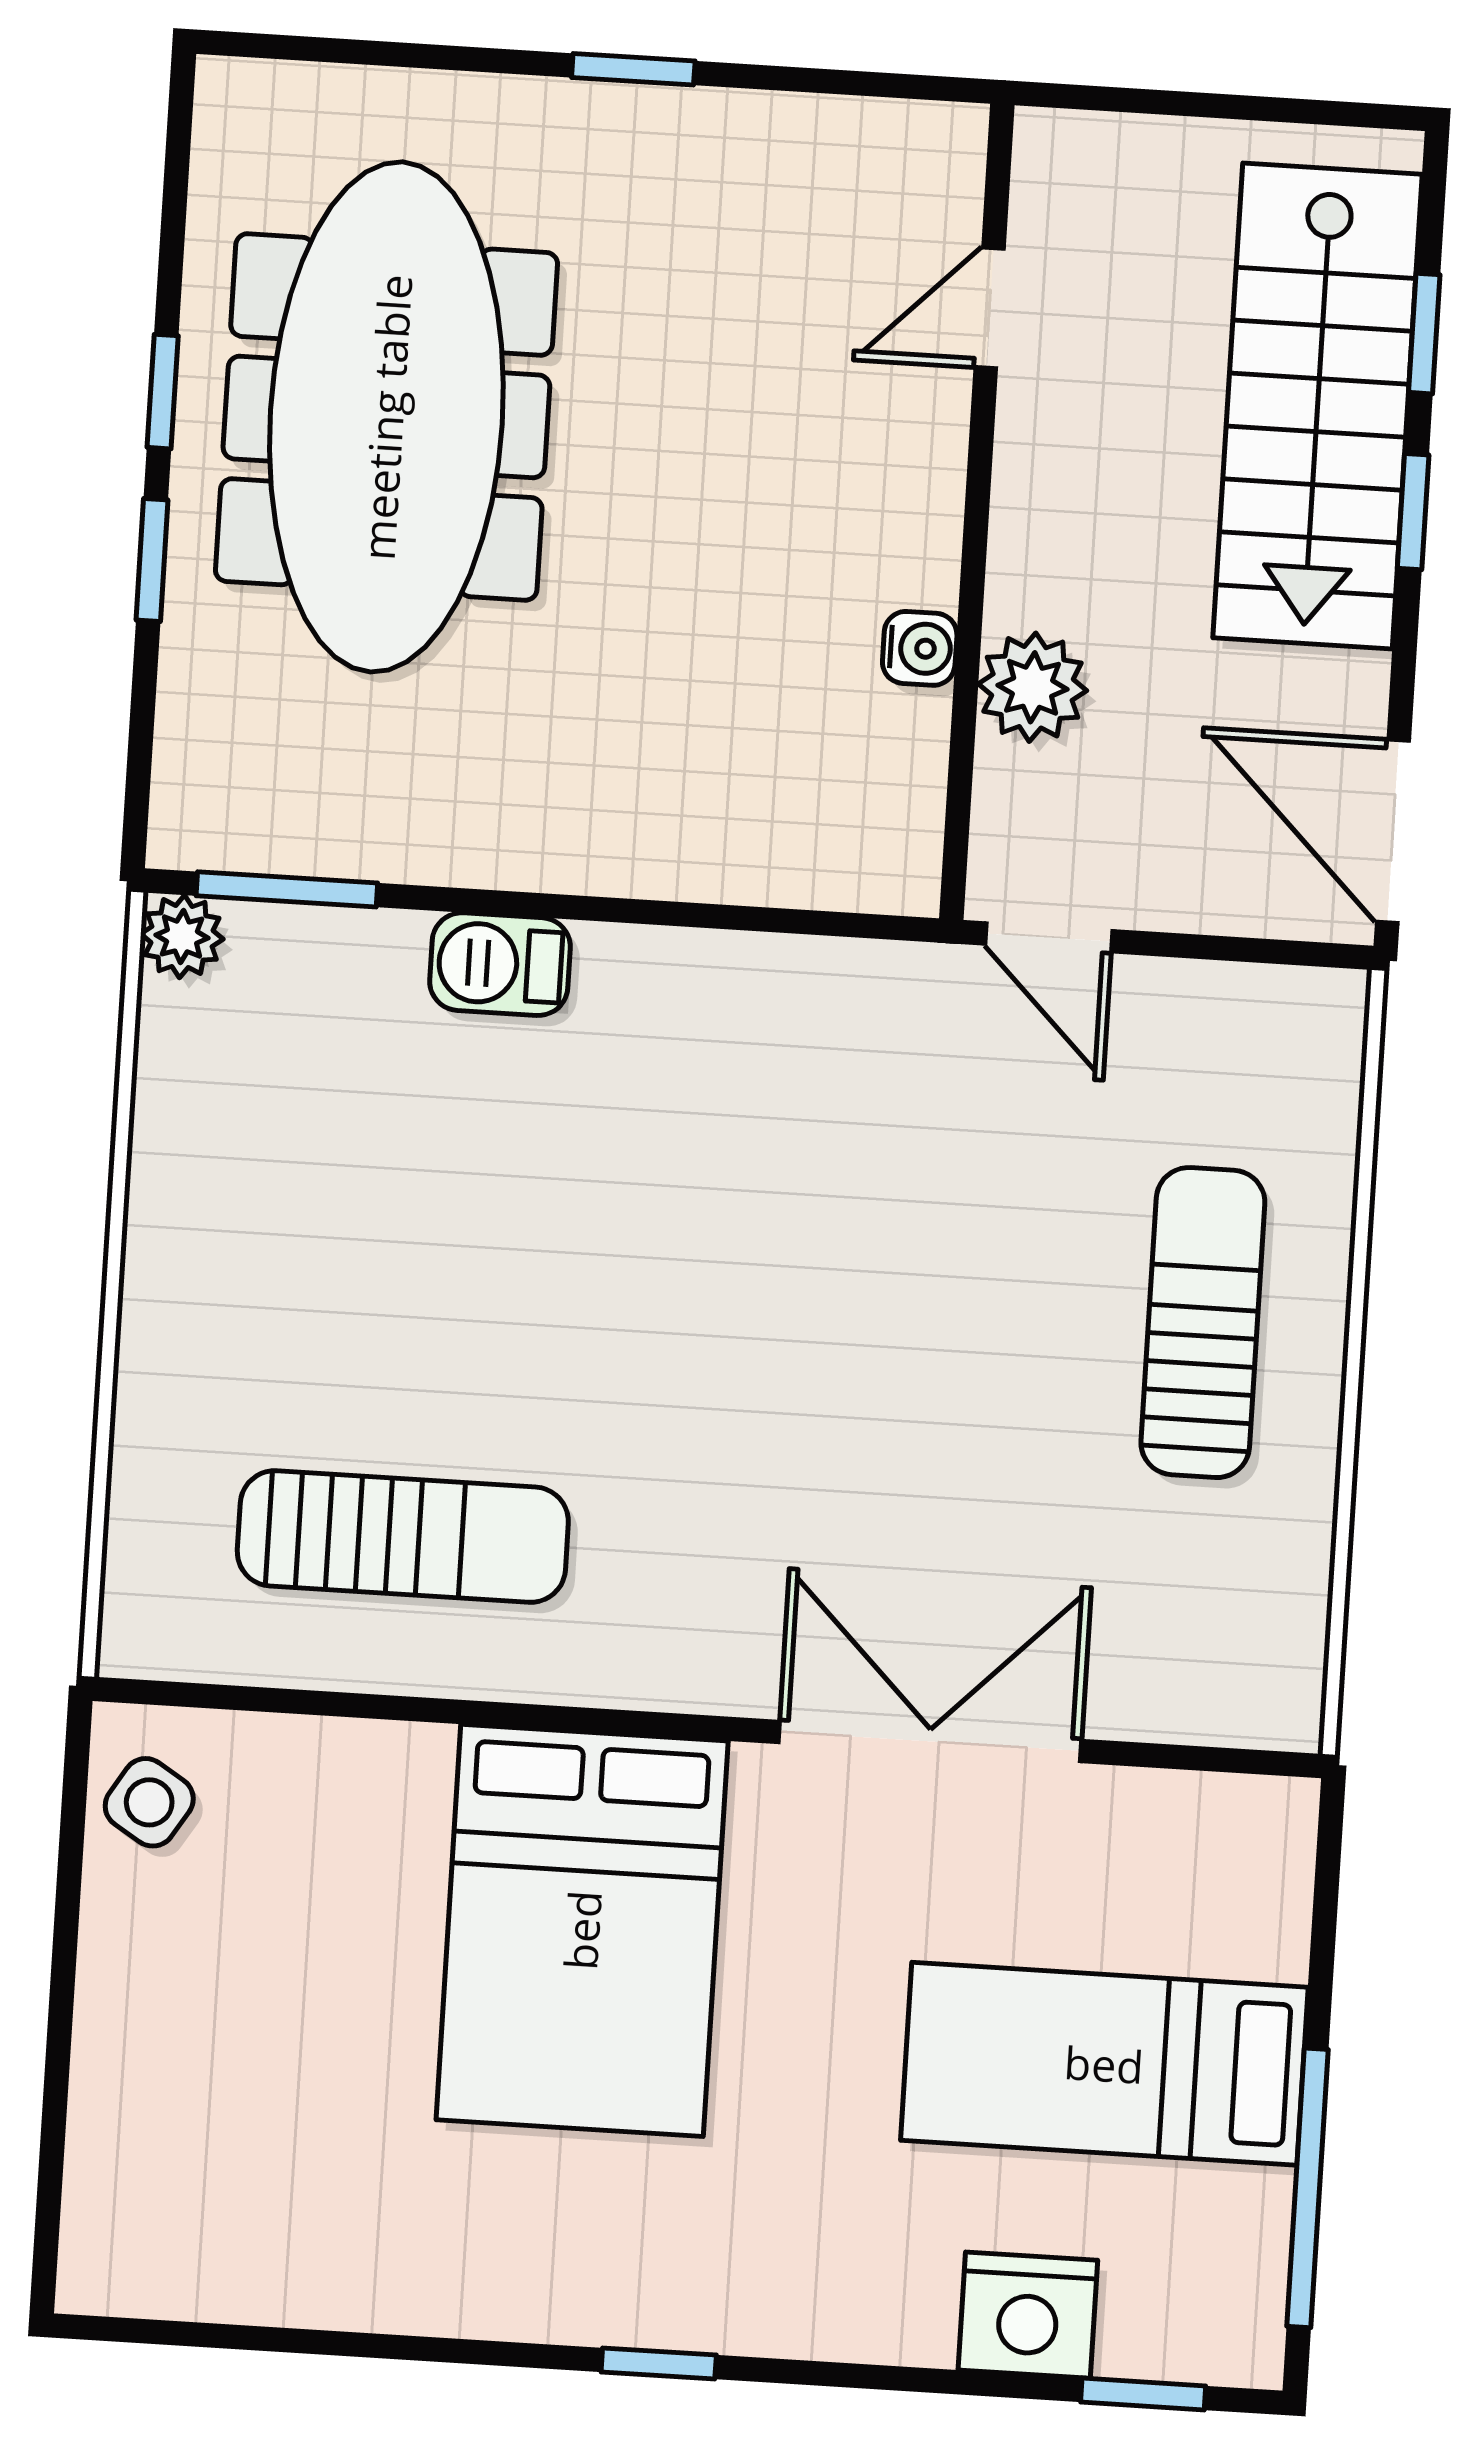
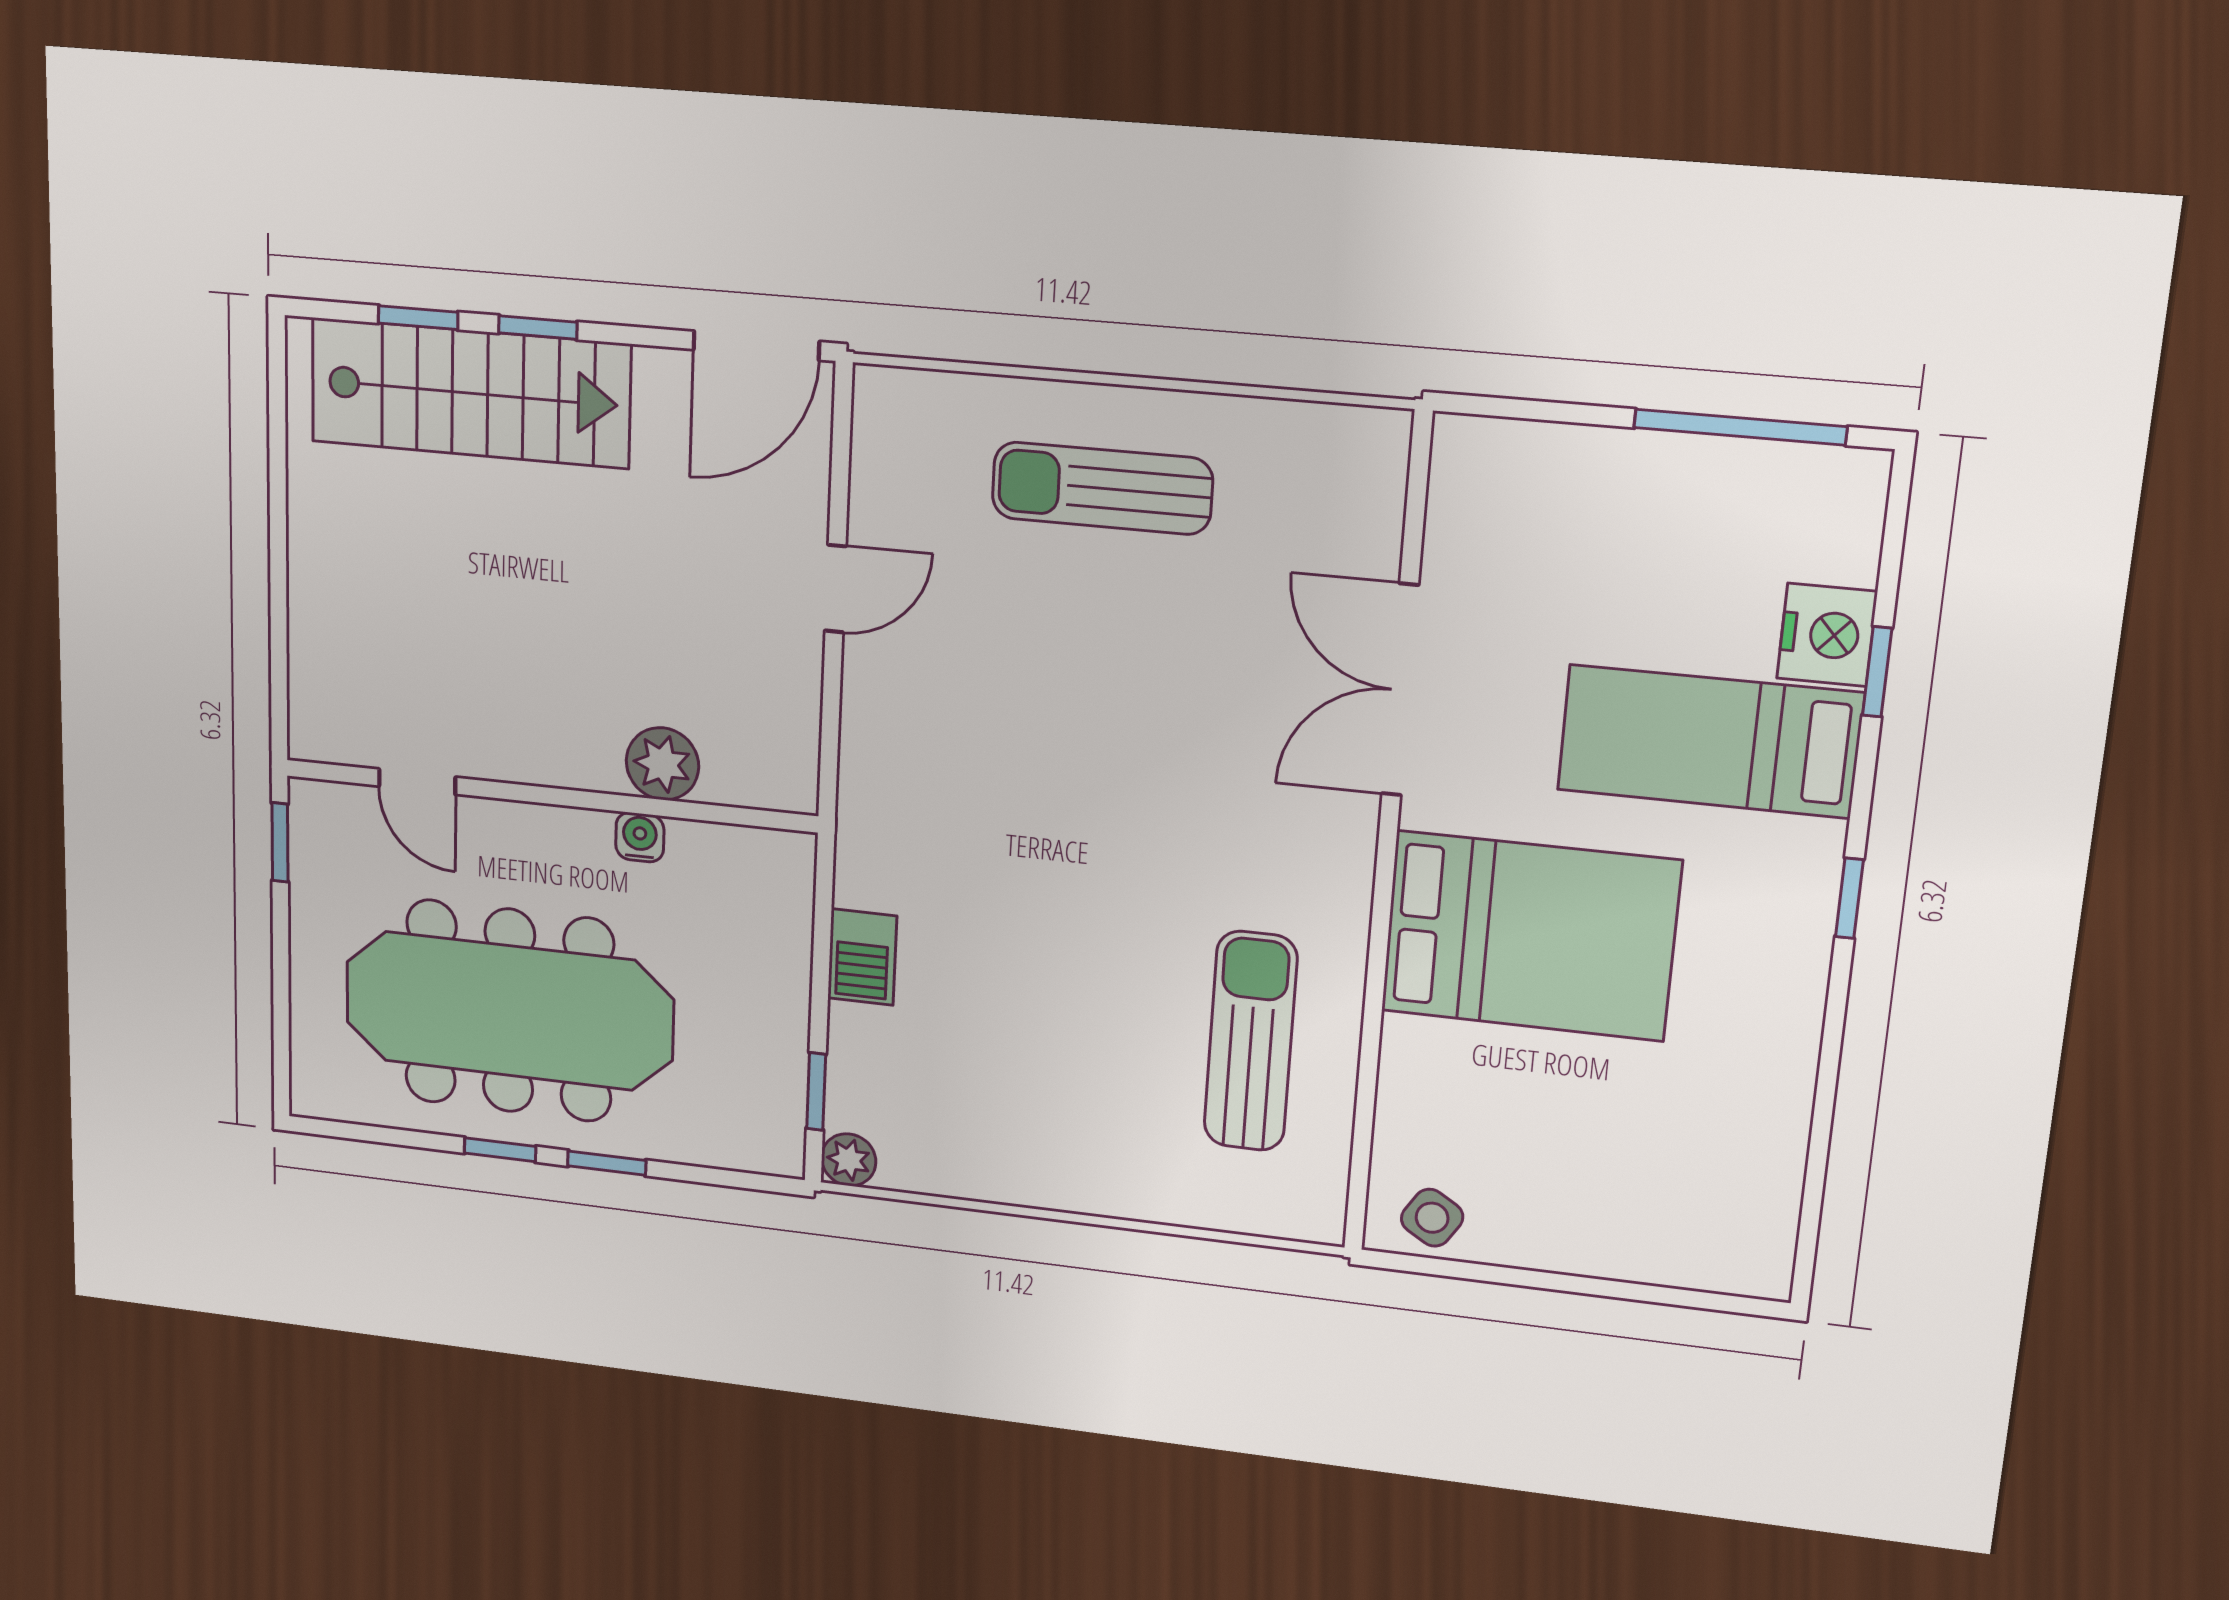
door: (990, 308) -> (417, 782), moved
wall: (977, 512) -> (549, 796), moved
water cooler: (920, 648) -> (640, 837), moved
plant: (1033, 687) -> (662, 764), moved
window: (287, 889) -> (816, 1091), width x0.67
bed: (1104, 2064) -> (1710, 741), moved, turned 90
window: (1143, 2394) -> (1877, 672), moved

